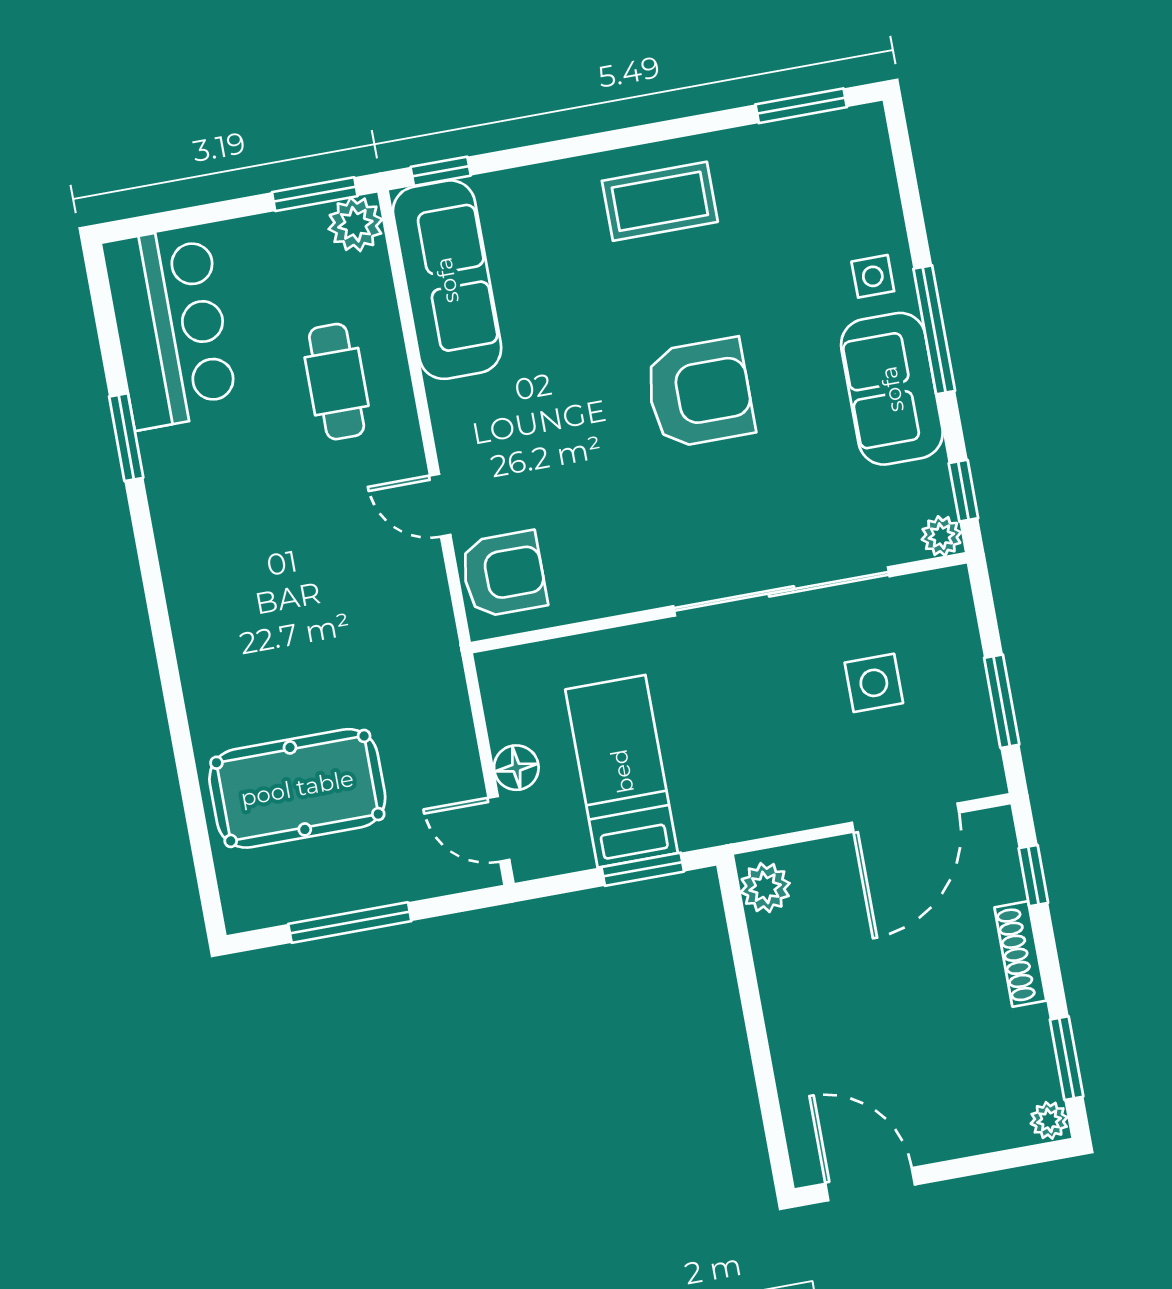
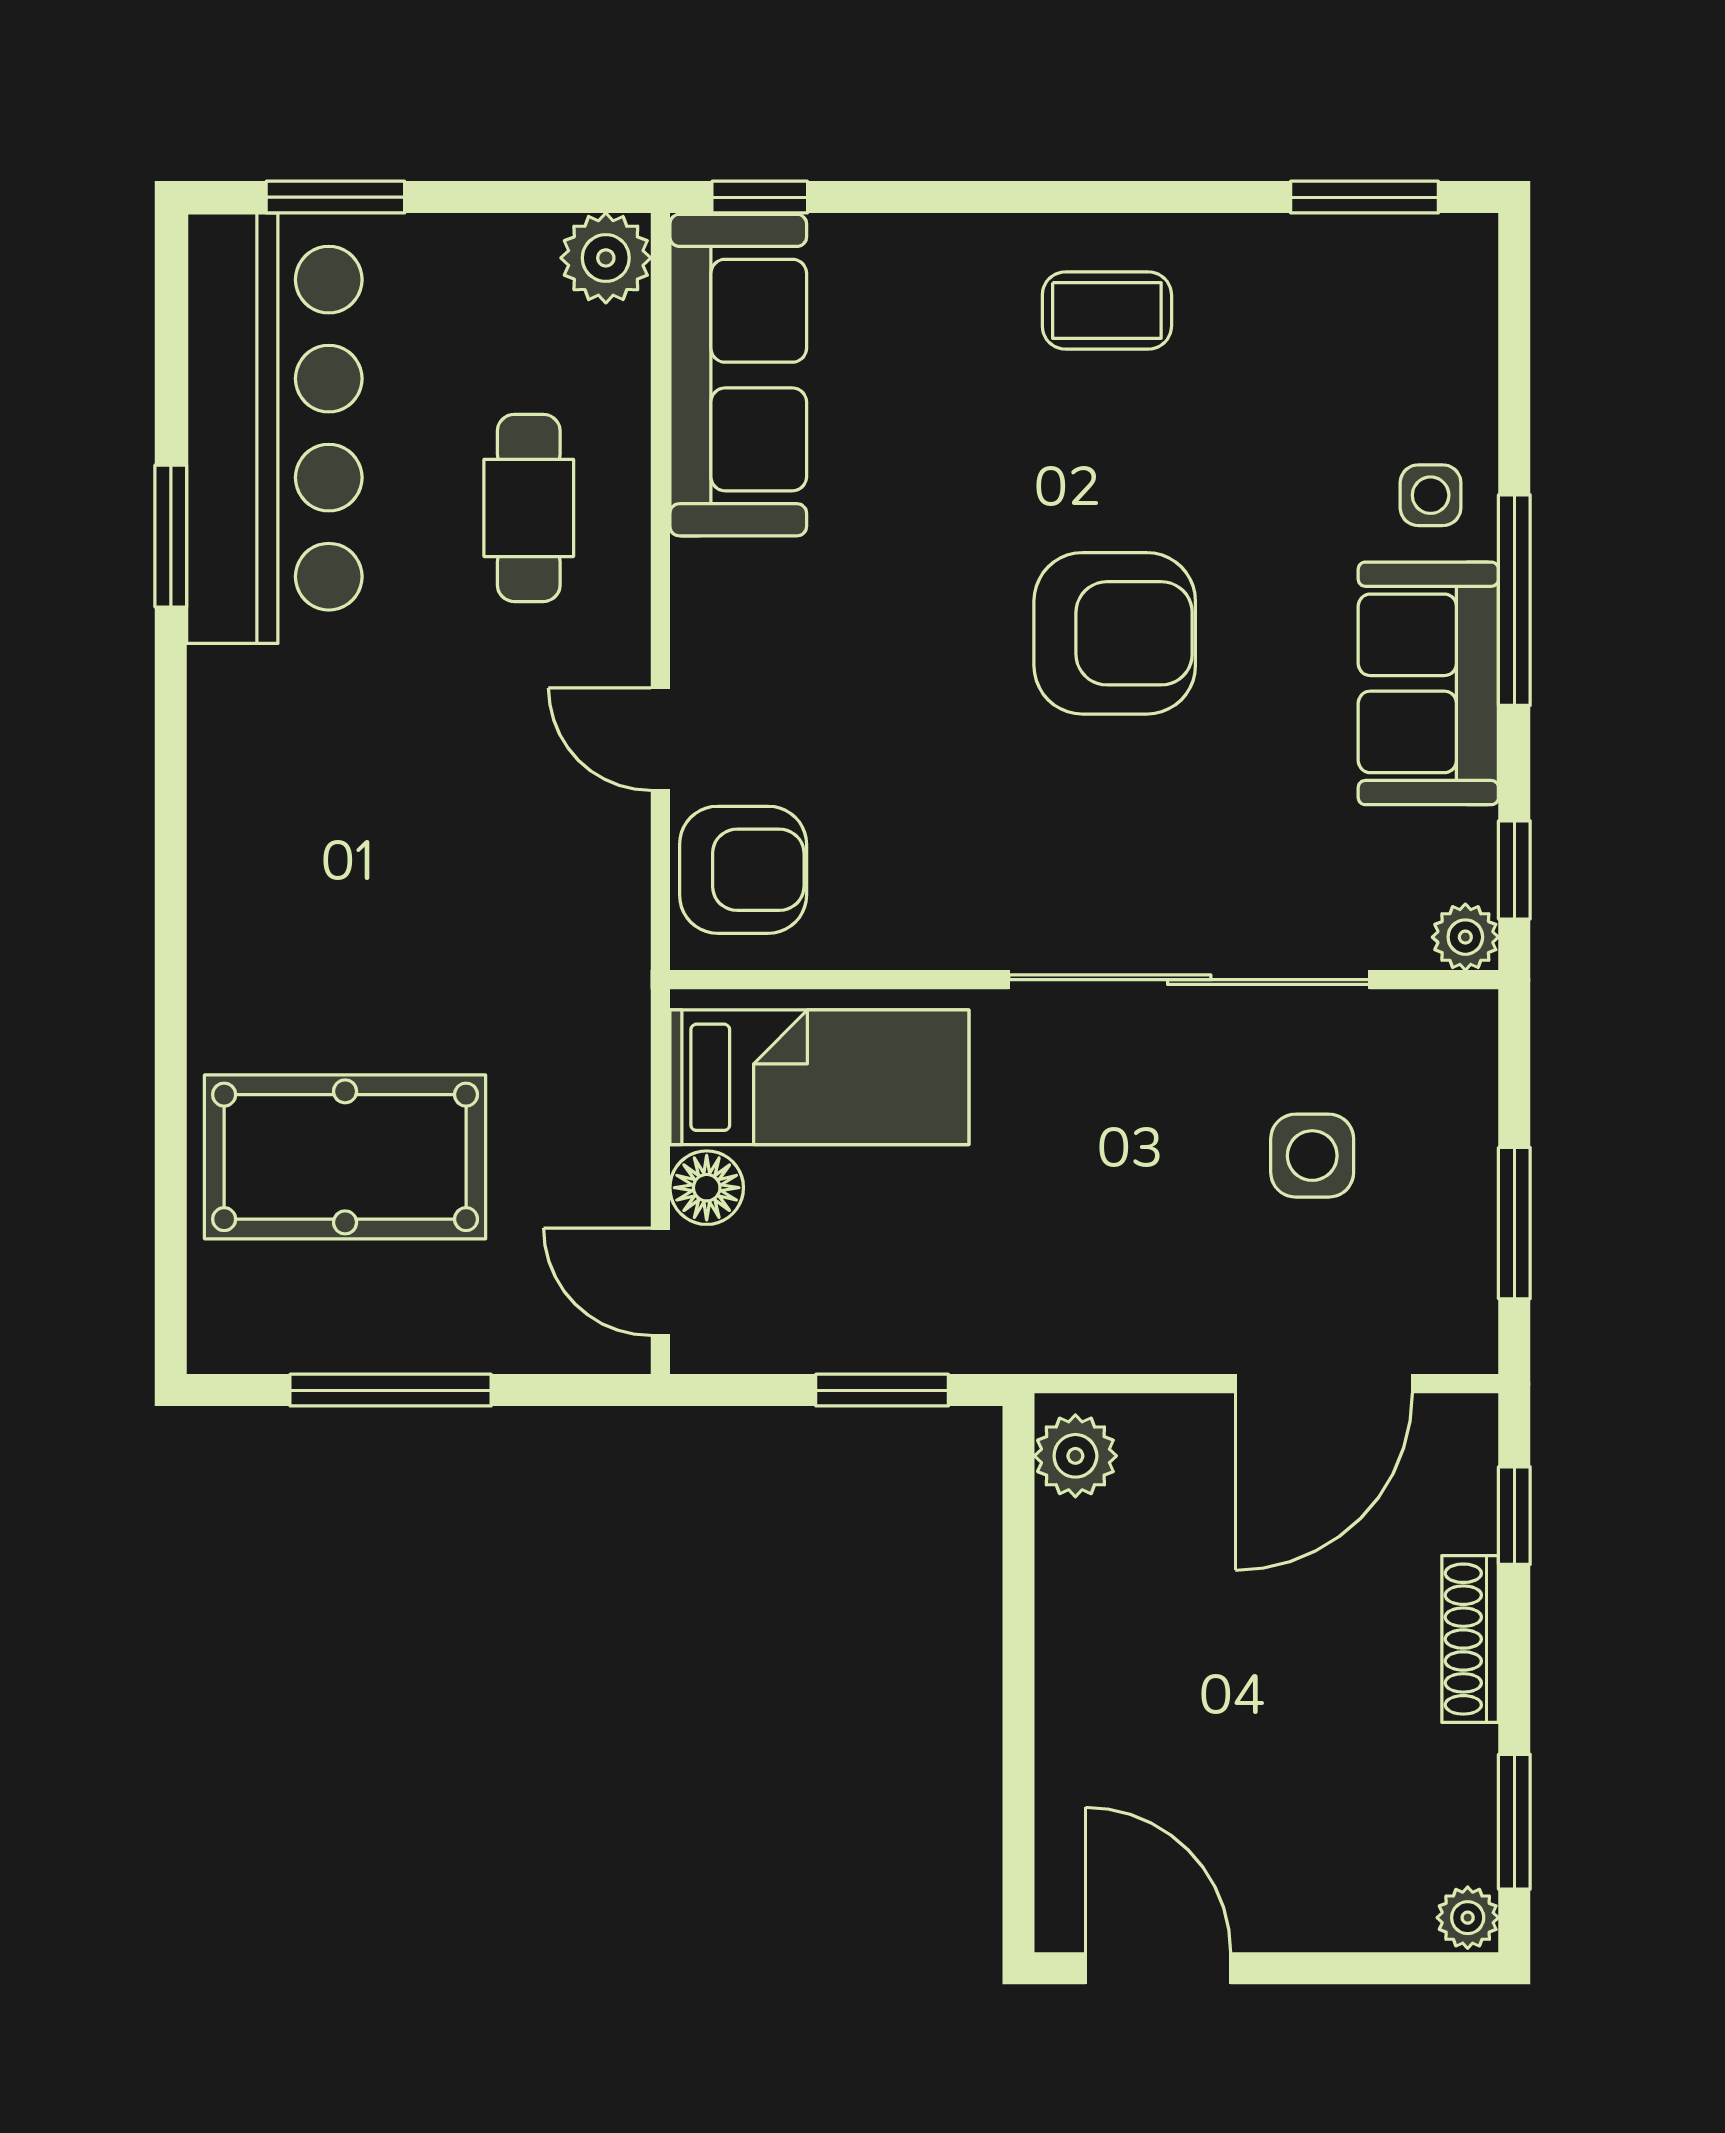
window: (315, 194) -> (335, 197), moved
coffee table: (660, 201) -> (1107, 310), width x0.73, depth x0.77
bar counter: (170, 327) -> (274, 428), width x1.36
bed: (622, 771) -> (819, 1077), moved, turned 90

